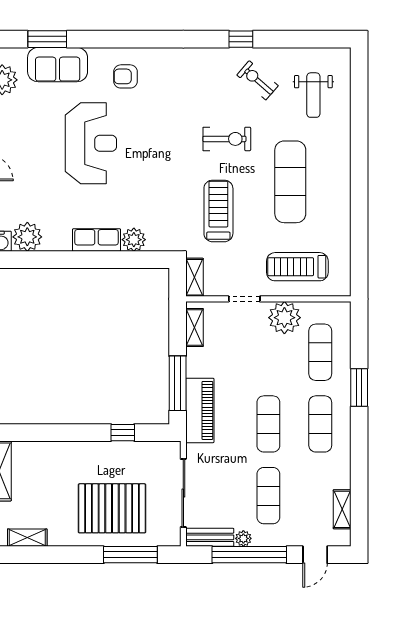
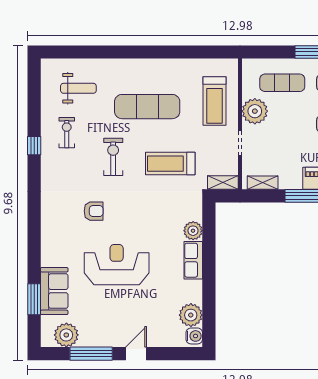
armchair: (125, 76) -> (94, 211), moved, turned -90
exercise bike: (257, 80) -> (67, 133), turned 139

